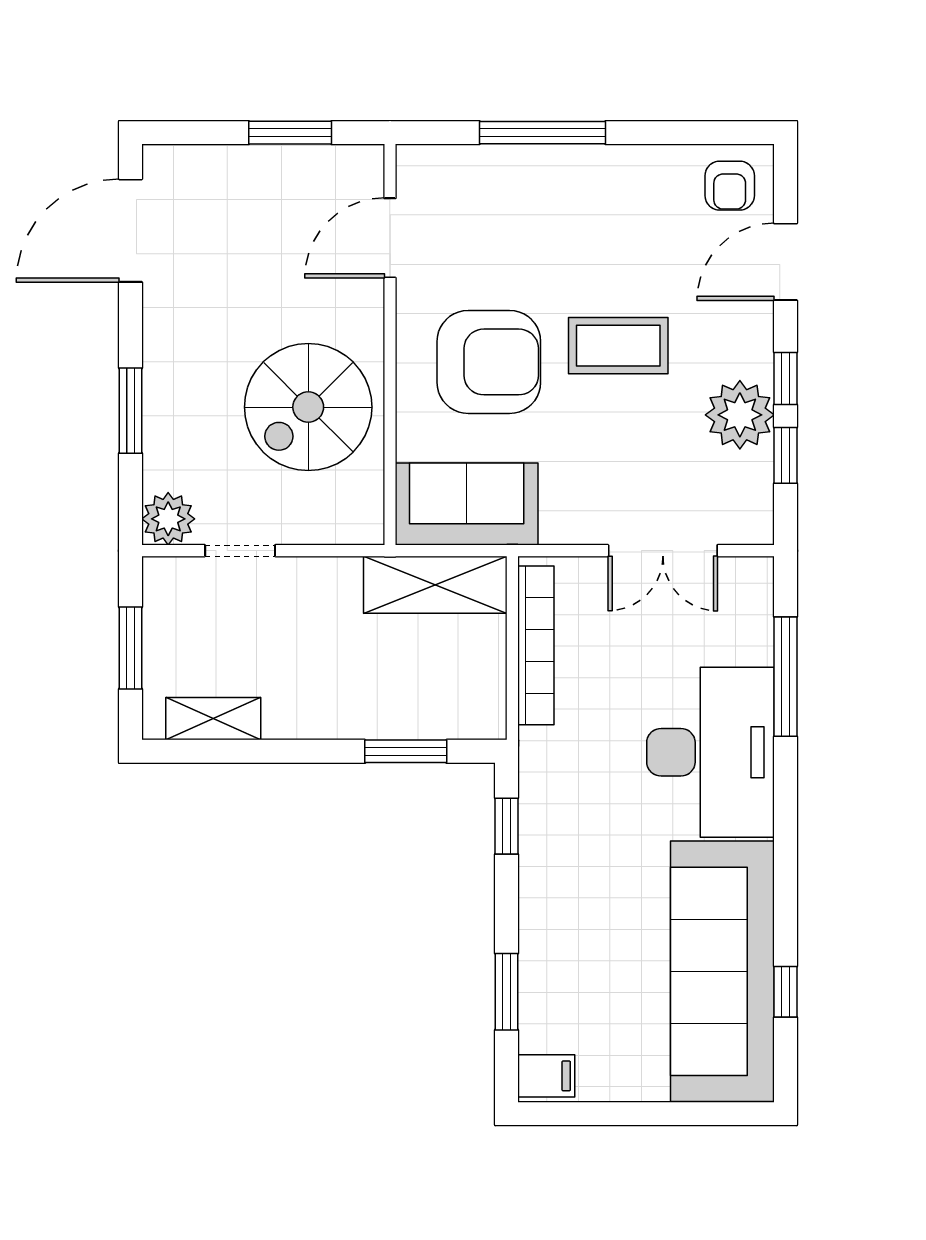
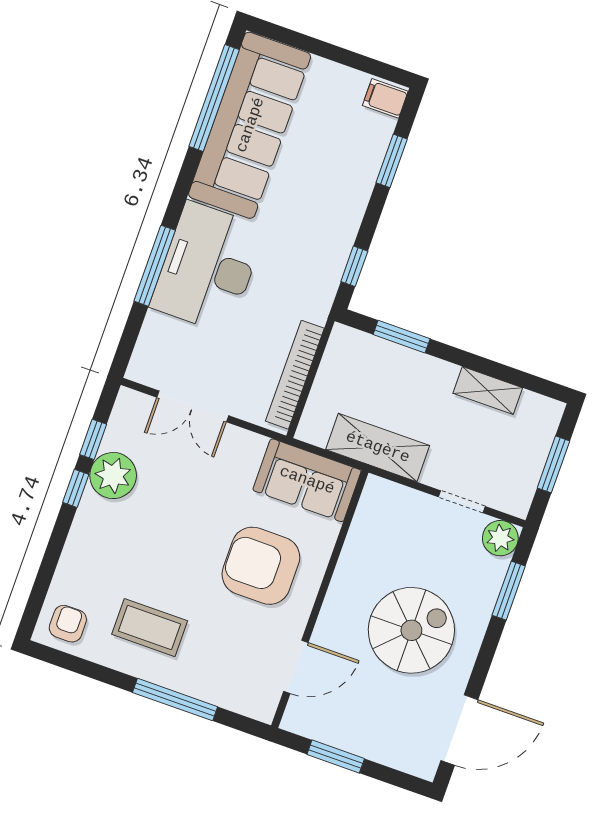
door: (785, 262) -> (50, 563), removed
coffee table: (618, 346) -> (150, 628), moved
spiral stairs: (308, 407) -> (411, 630), moved
window: (131, 411) -> (509, 591), moved
double door: (663, 551) -> (193, 406), swing flipped
shelving: (435, 585) -> (378, 447), moved
window: (785, 677) -> (155, 266), moved
shelving: (213, 719) -> (488, 390), moved
window: (785, 992) -> (214, 98), width x3.17

